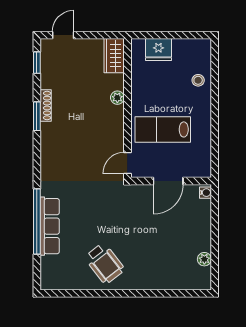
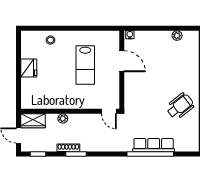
wardrobe: (114, 56) -> (33, 121), moved
plant: (117, 98) -> (63, 118), moved
wall: (127, 108) -> (70, 111), moved
door: (127, 163) -> (109, 111), moved

